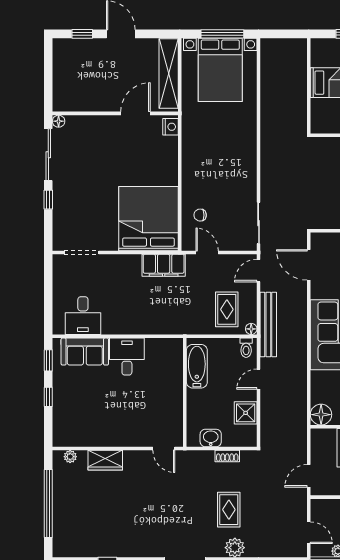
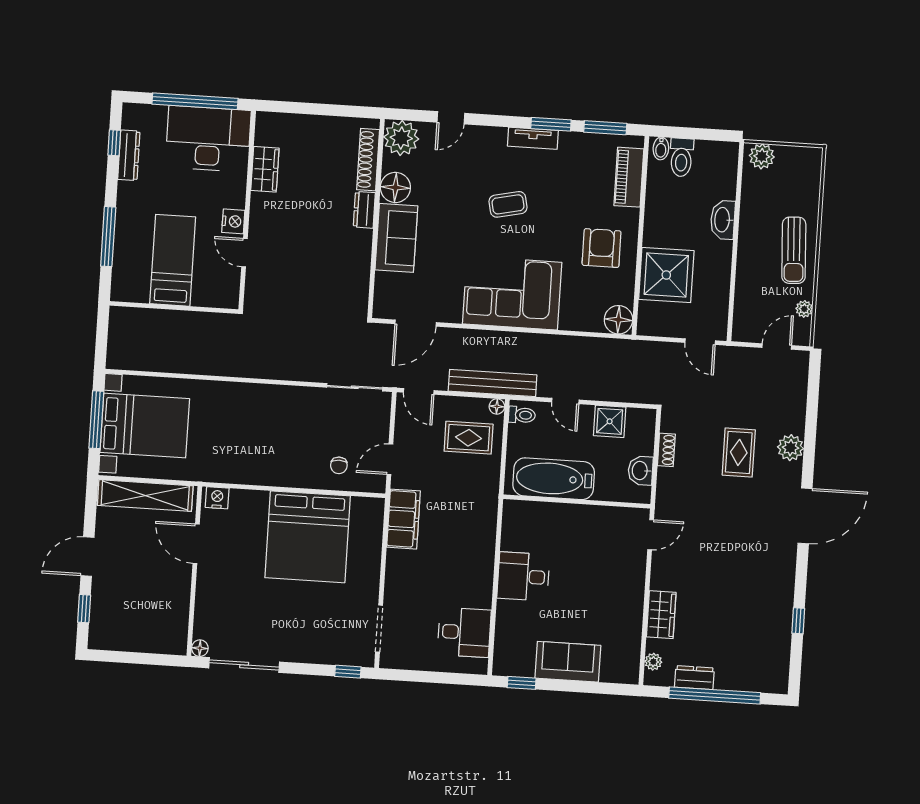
window: (48, 200) -> (348, 672), moved
bed: (148, 219) -> (308, 537), moved, turned -90
sofa: (85, 352) -> (568, 662), moved, turned -90
bathtub: (197, 366) -> (554, 479), width x1.36, depth x1.36
window: (48, 397) -> (571, 686), removed
dresser: (60, 488) -> (694, 678), added
rug: (229, 510) -> (739, 452), turned 90

